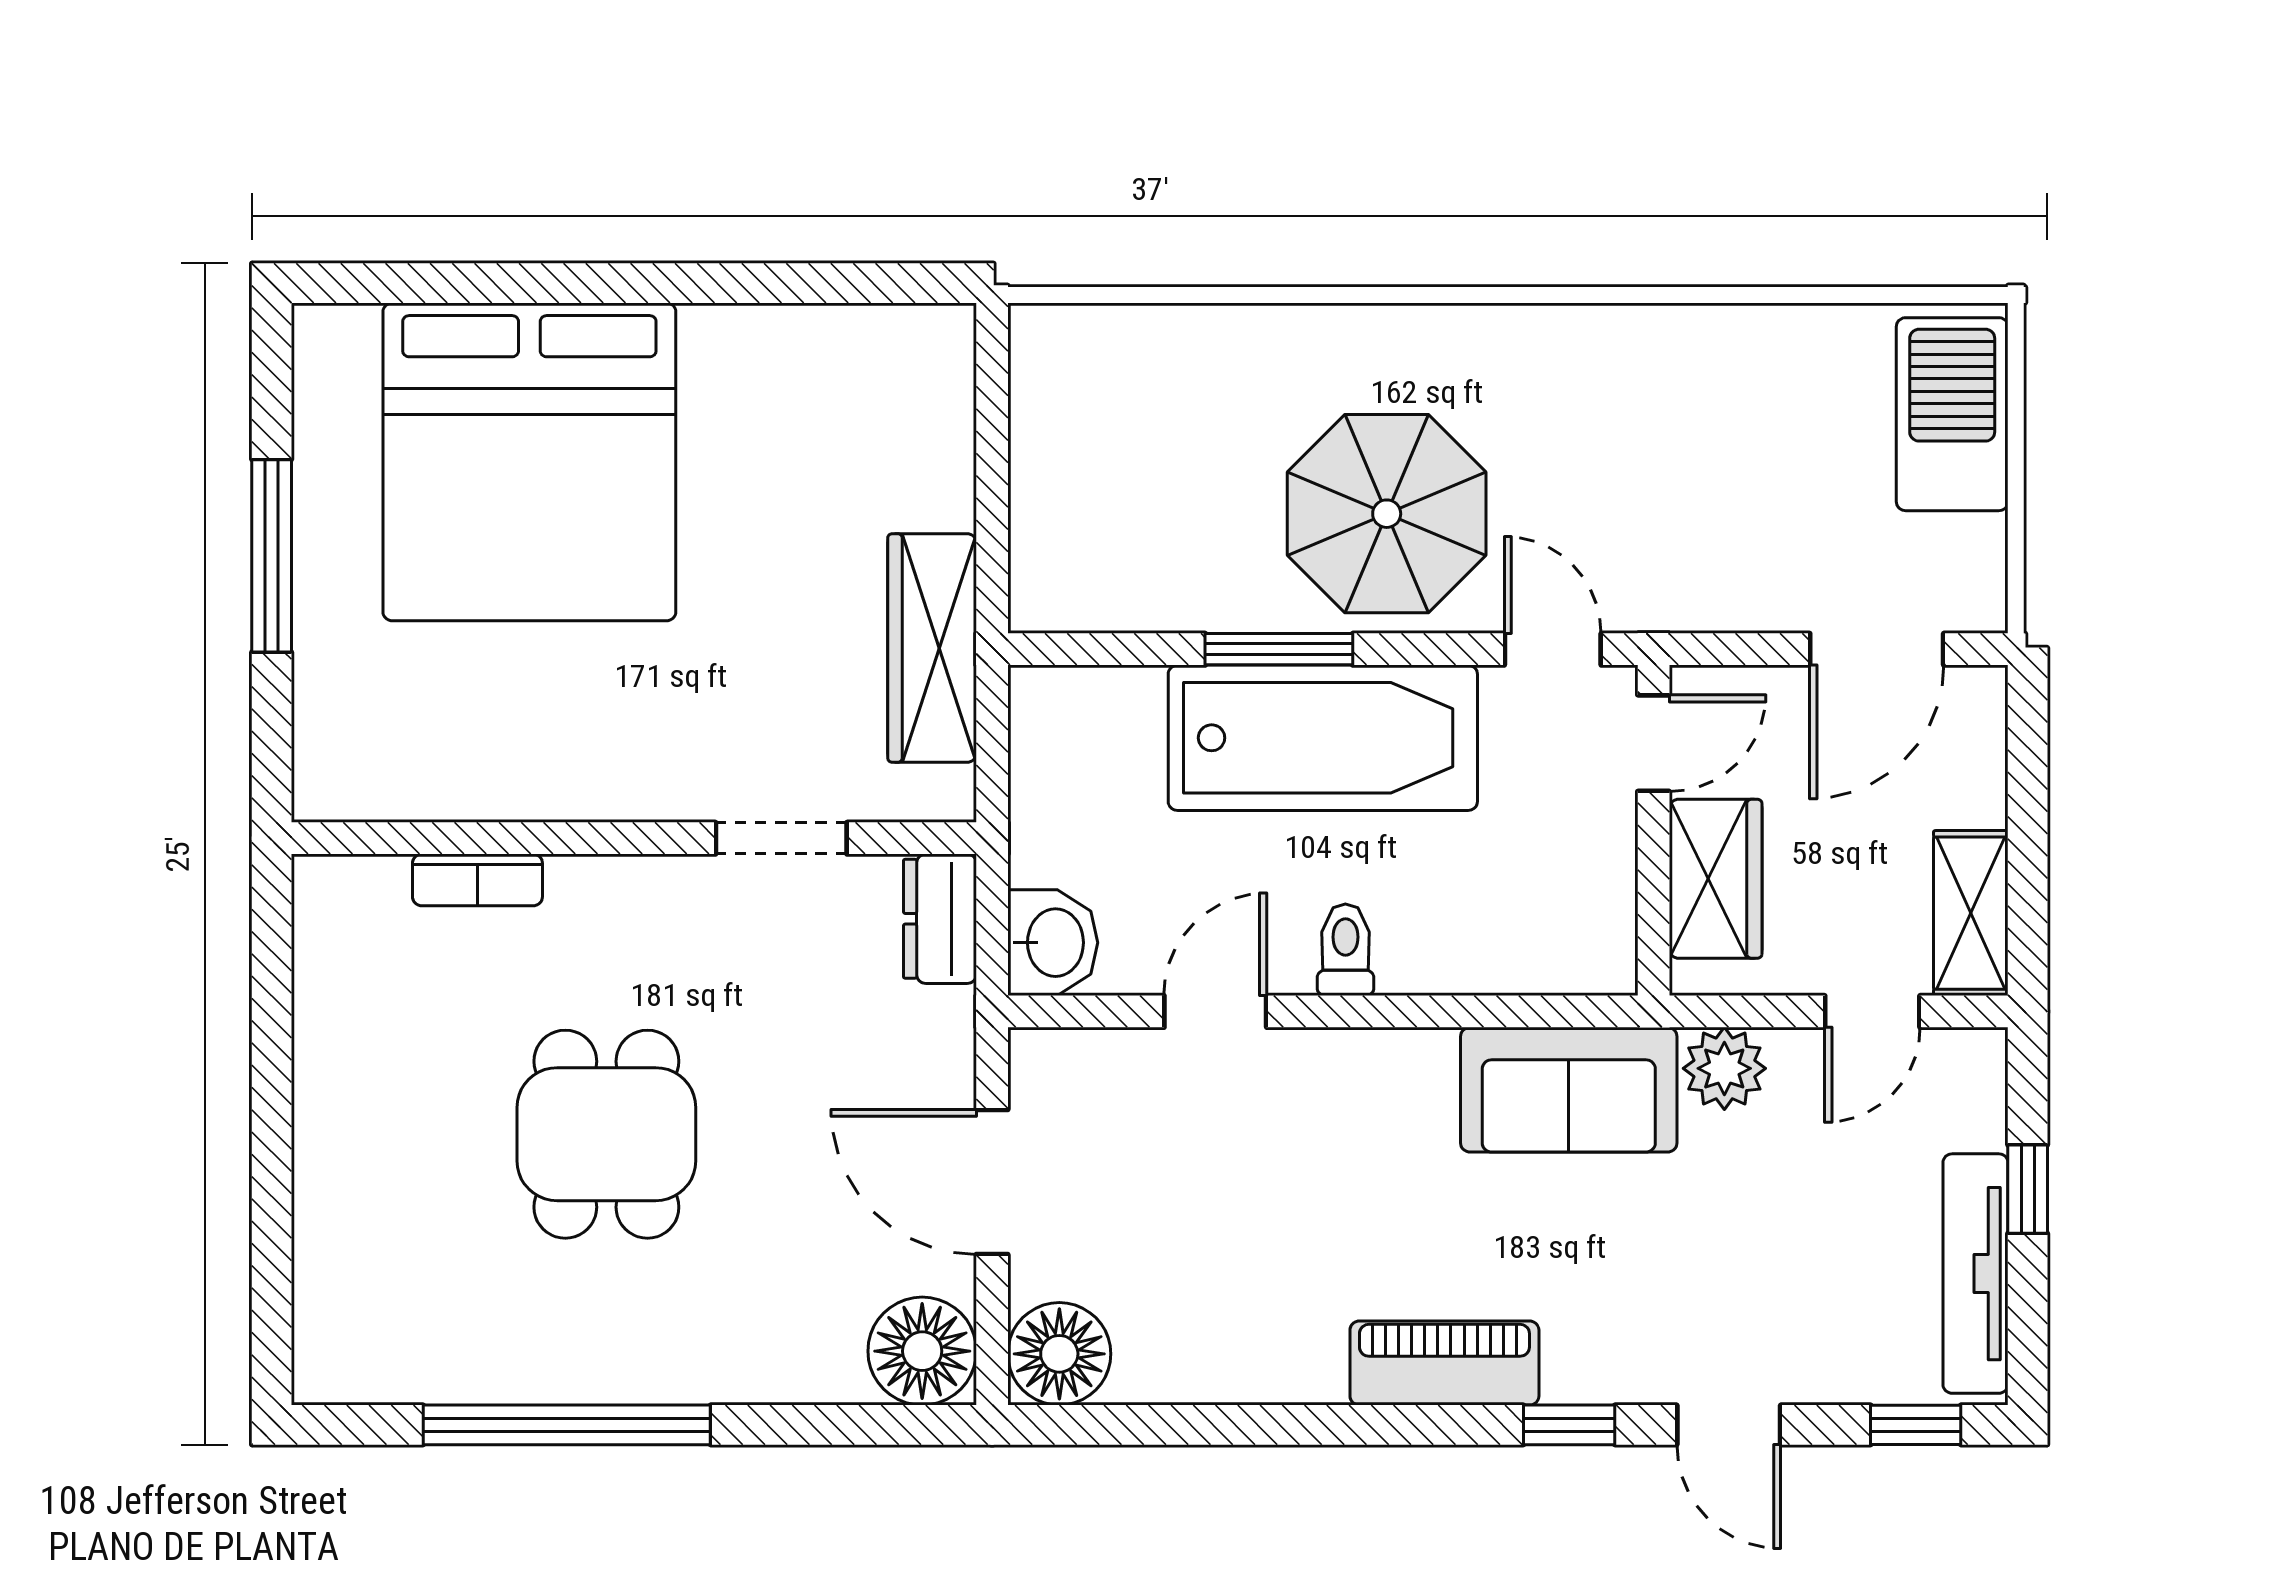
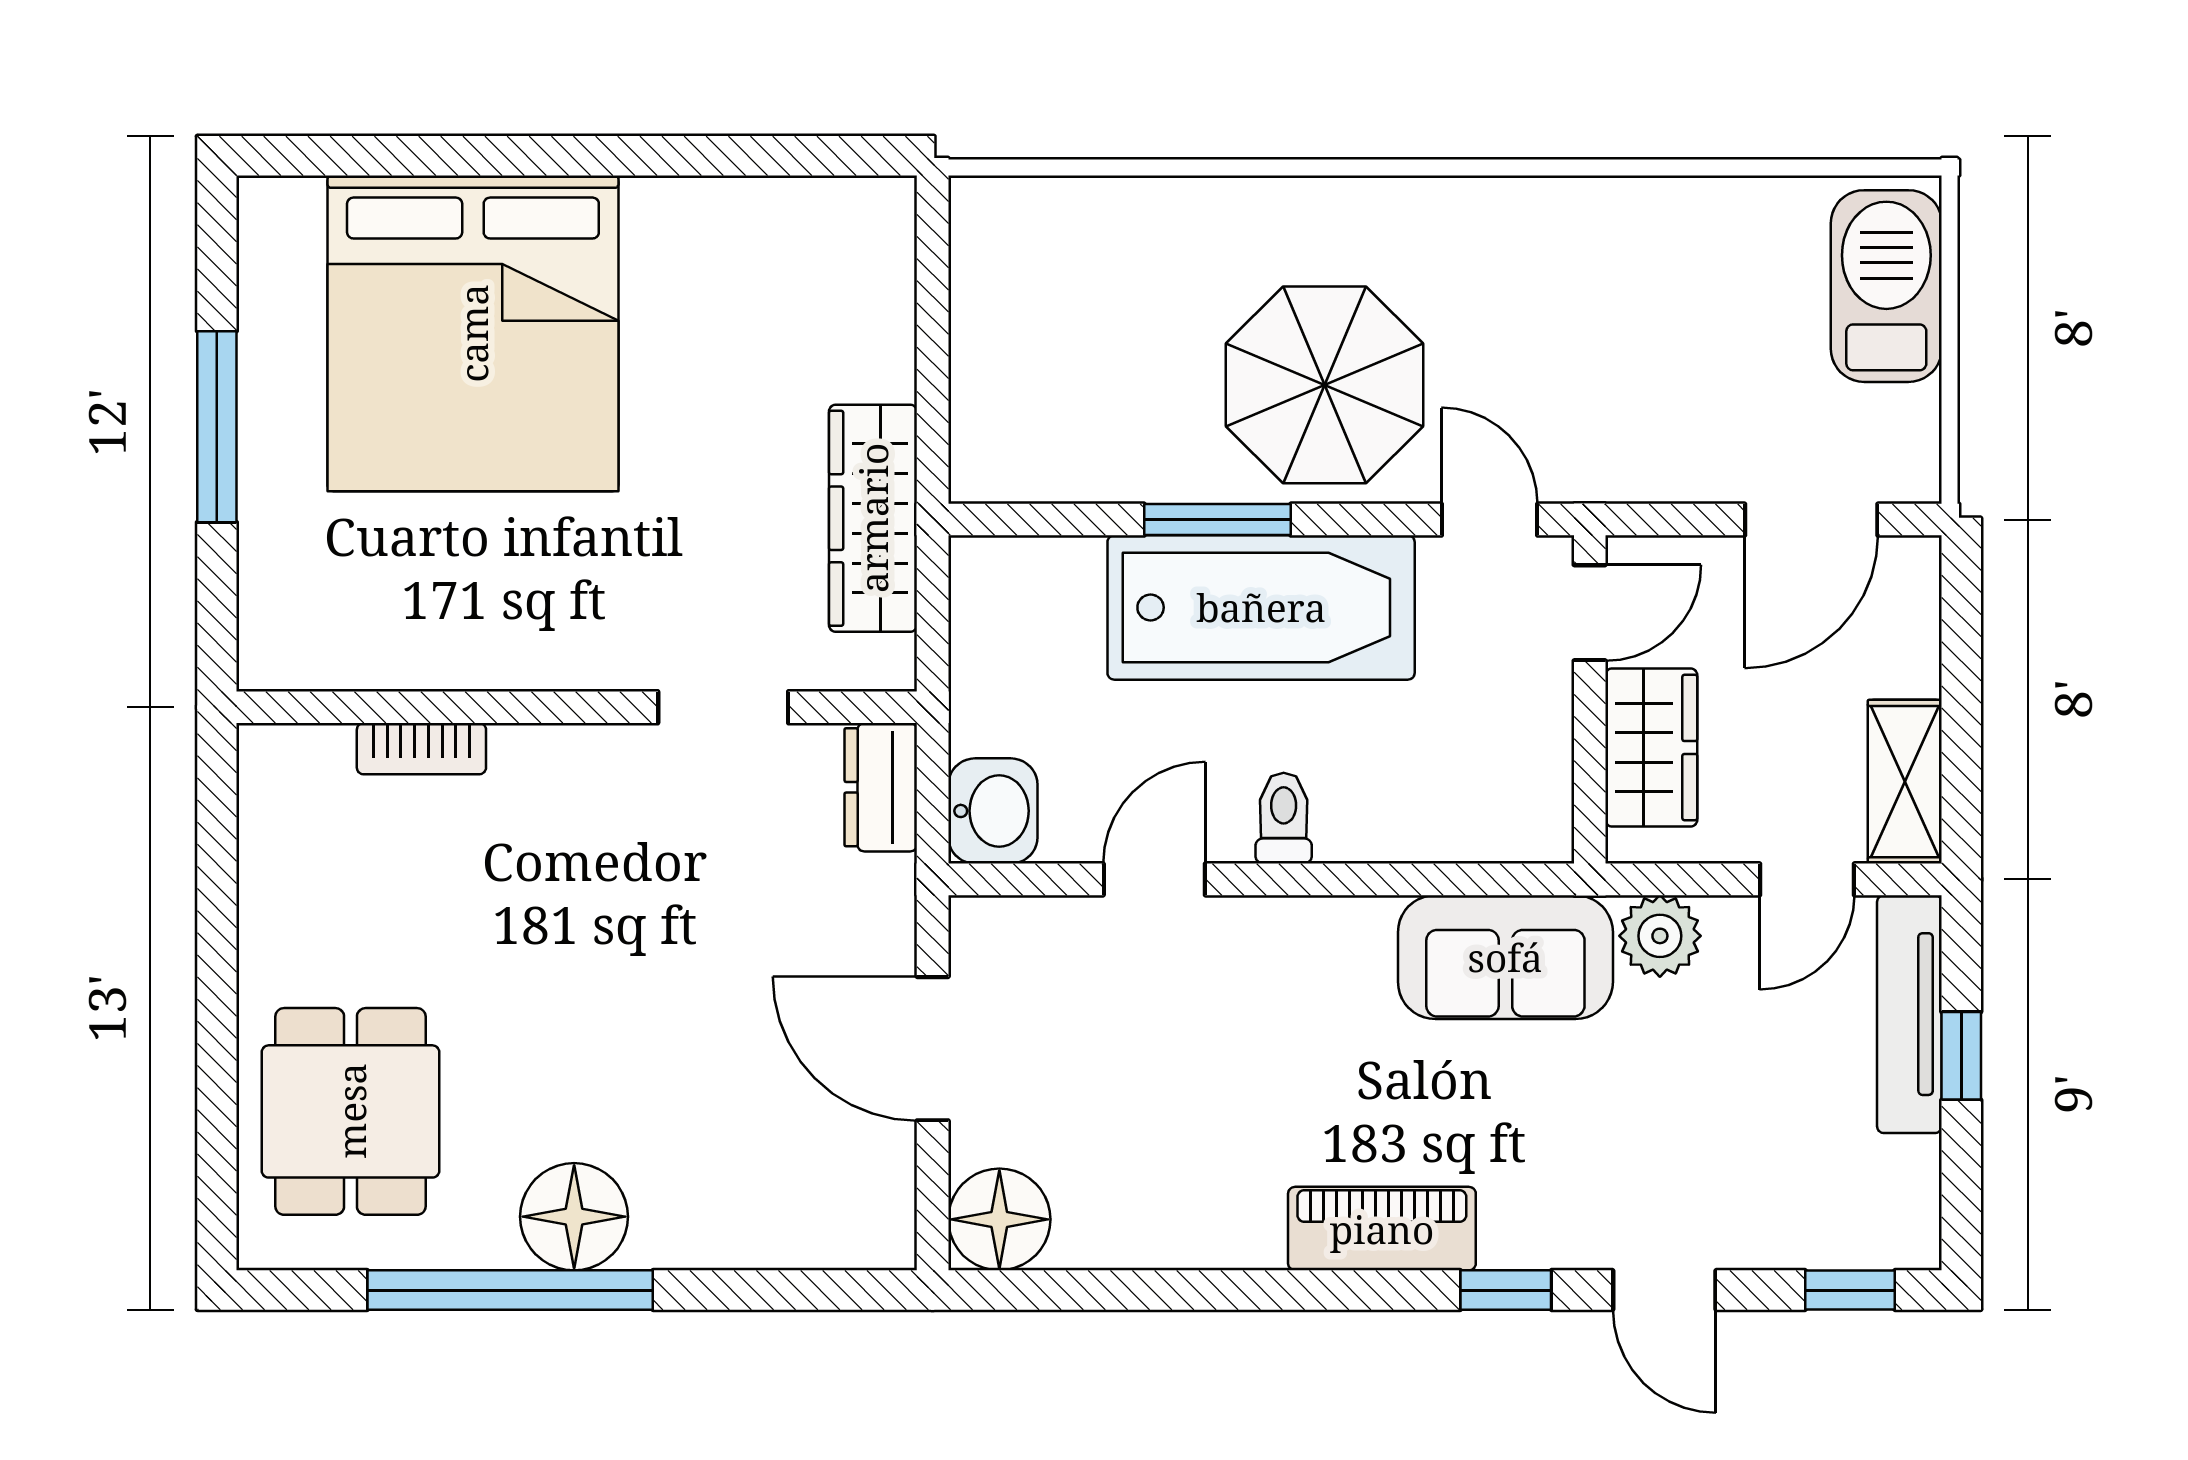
dining table: (606, 1134) -> (351, 1111), moved
tv unit: (1975, 1274) -> (1909, 1014), moved
floor lamp: (922, 1351) -> (574, 1217), moved

